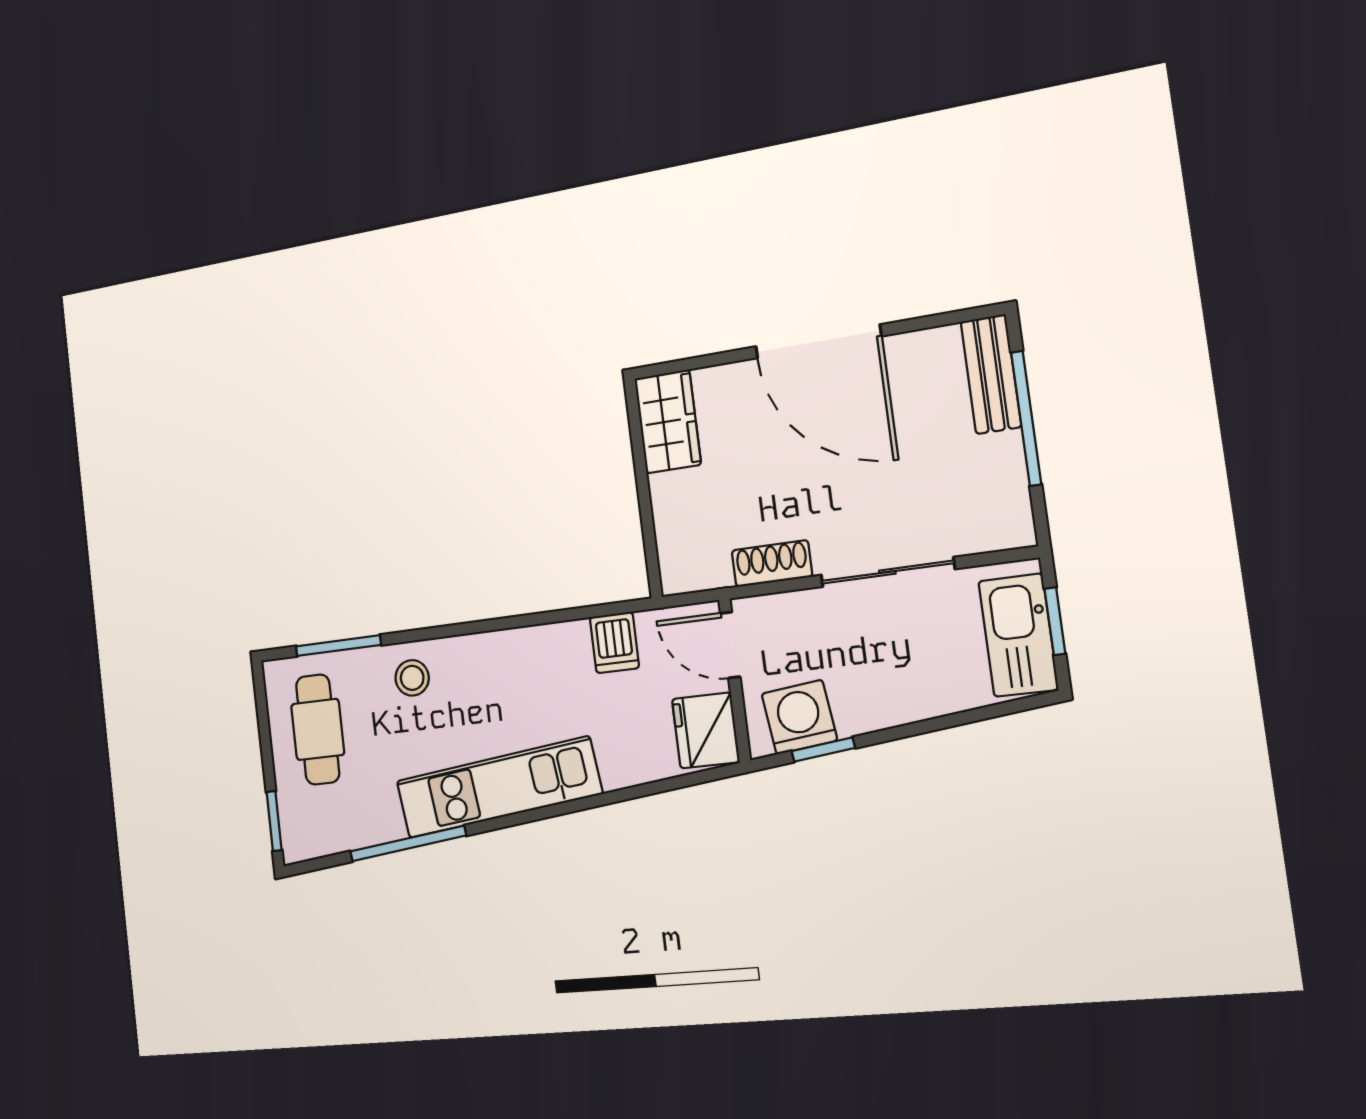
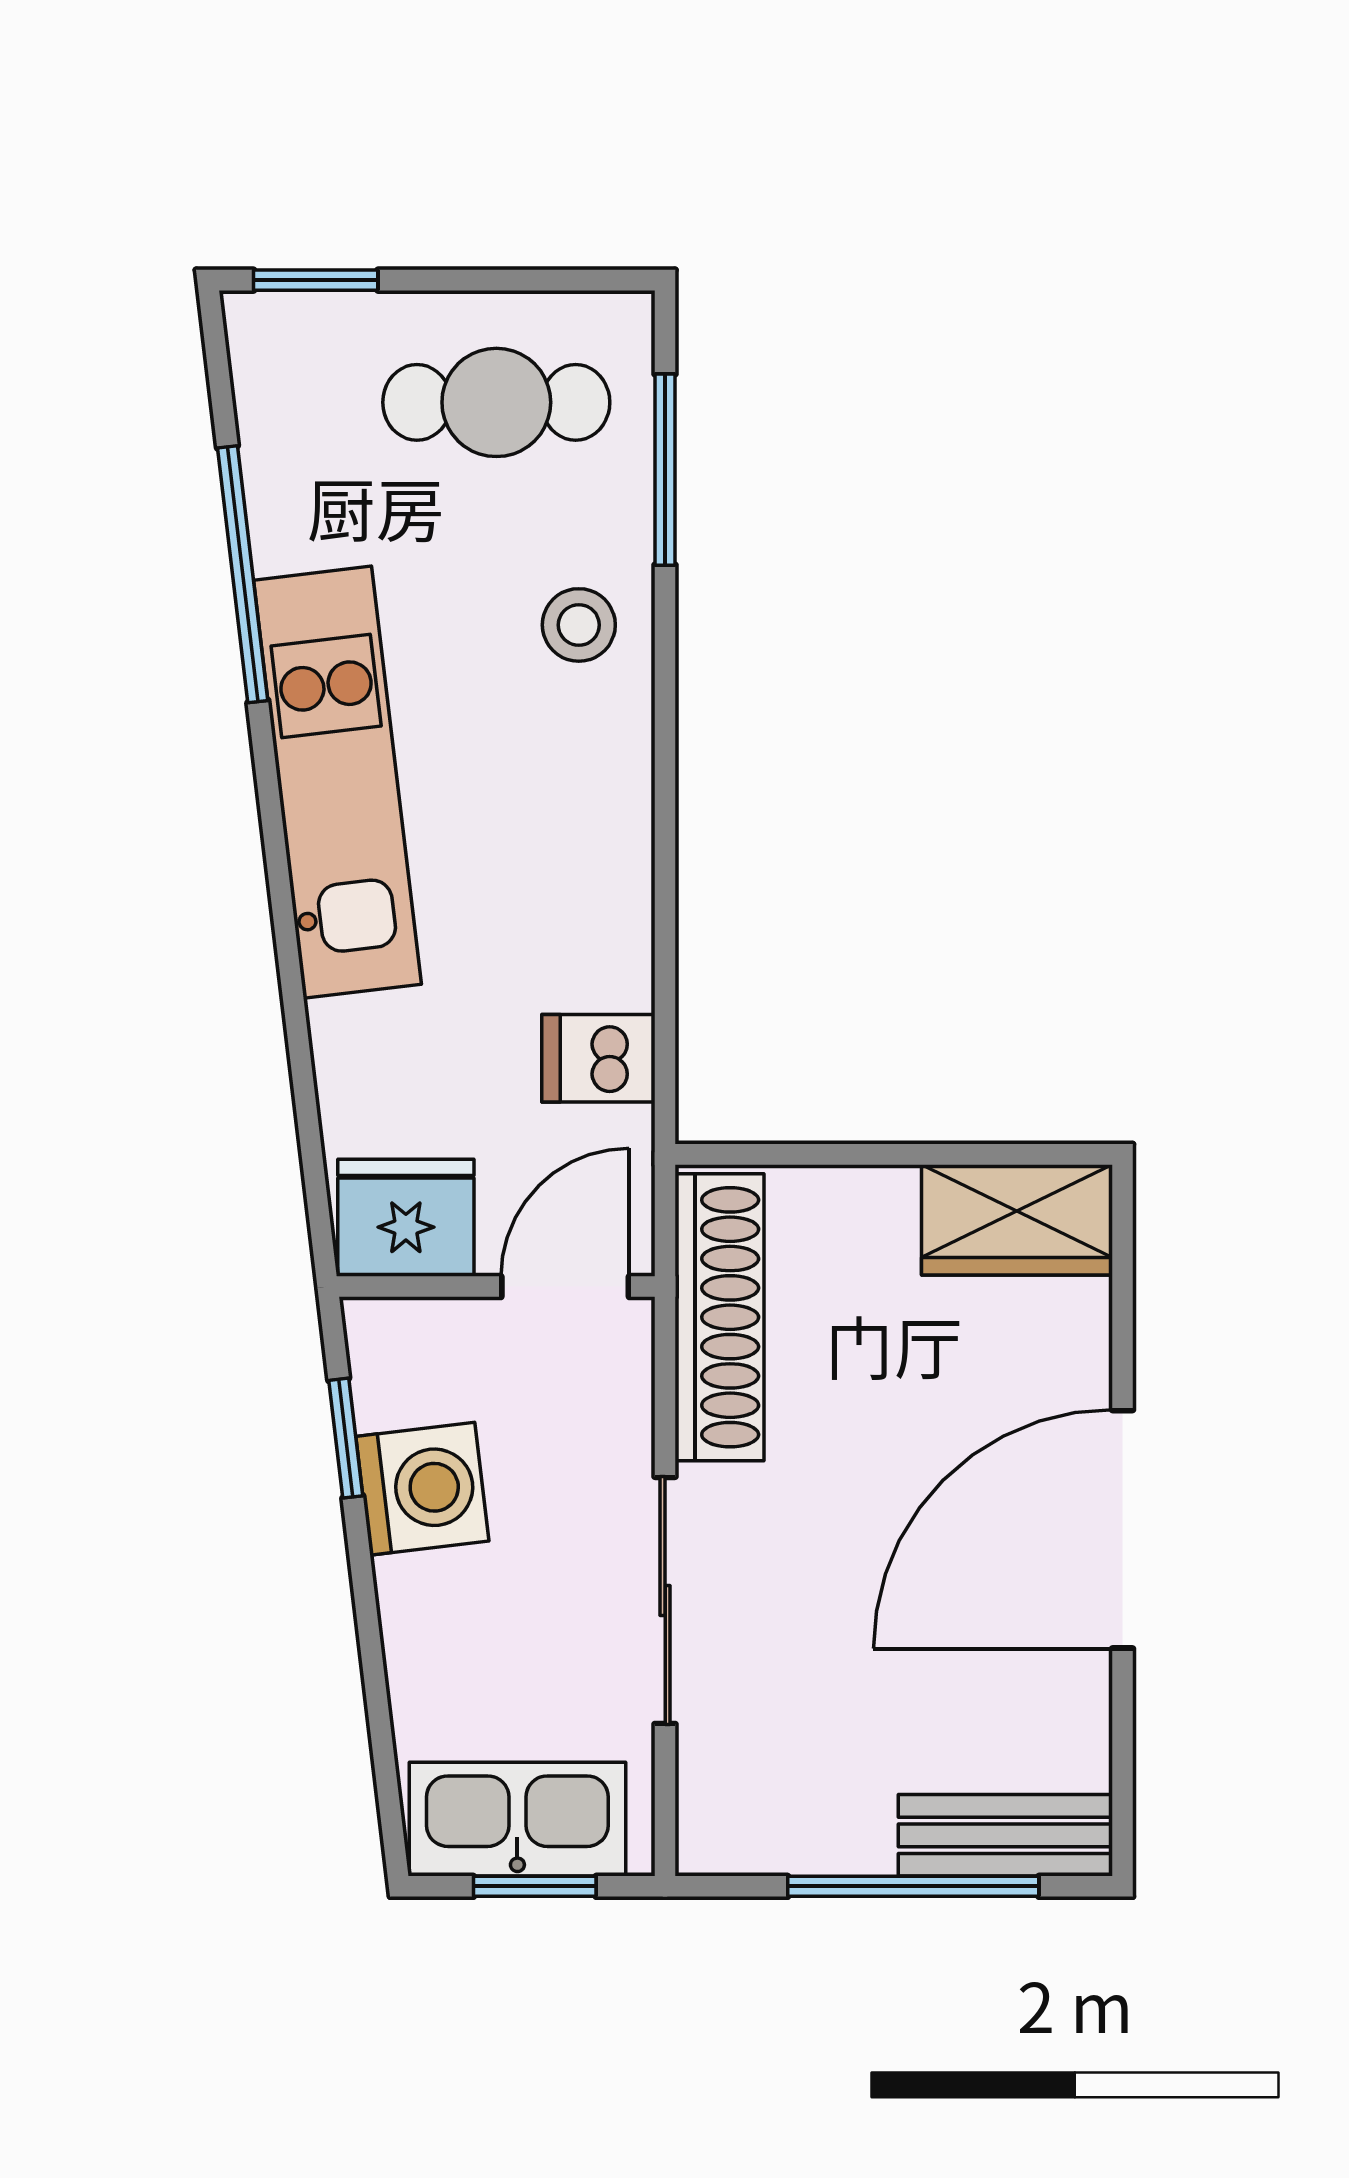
shoe rack: (772, 563) -> (720, 1317), width x1.94, depth x1.24
washing machine: (799, 717) -> (422, 1489), moved

